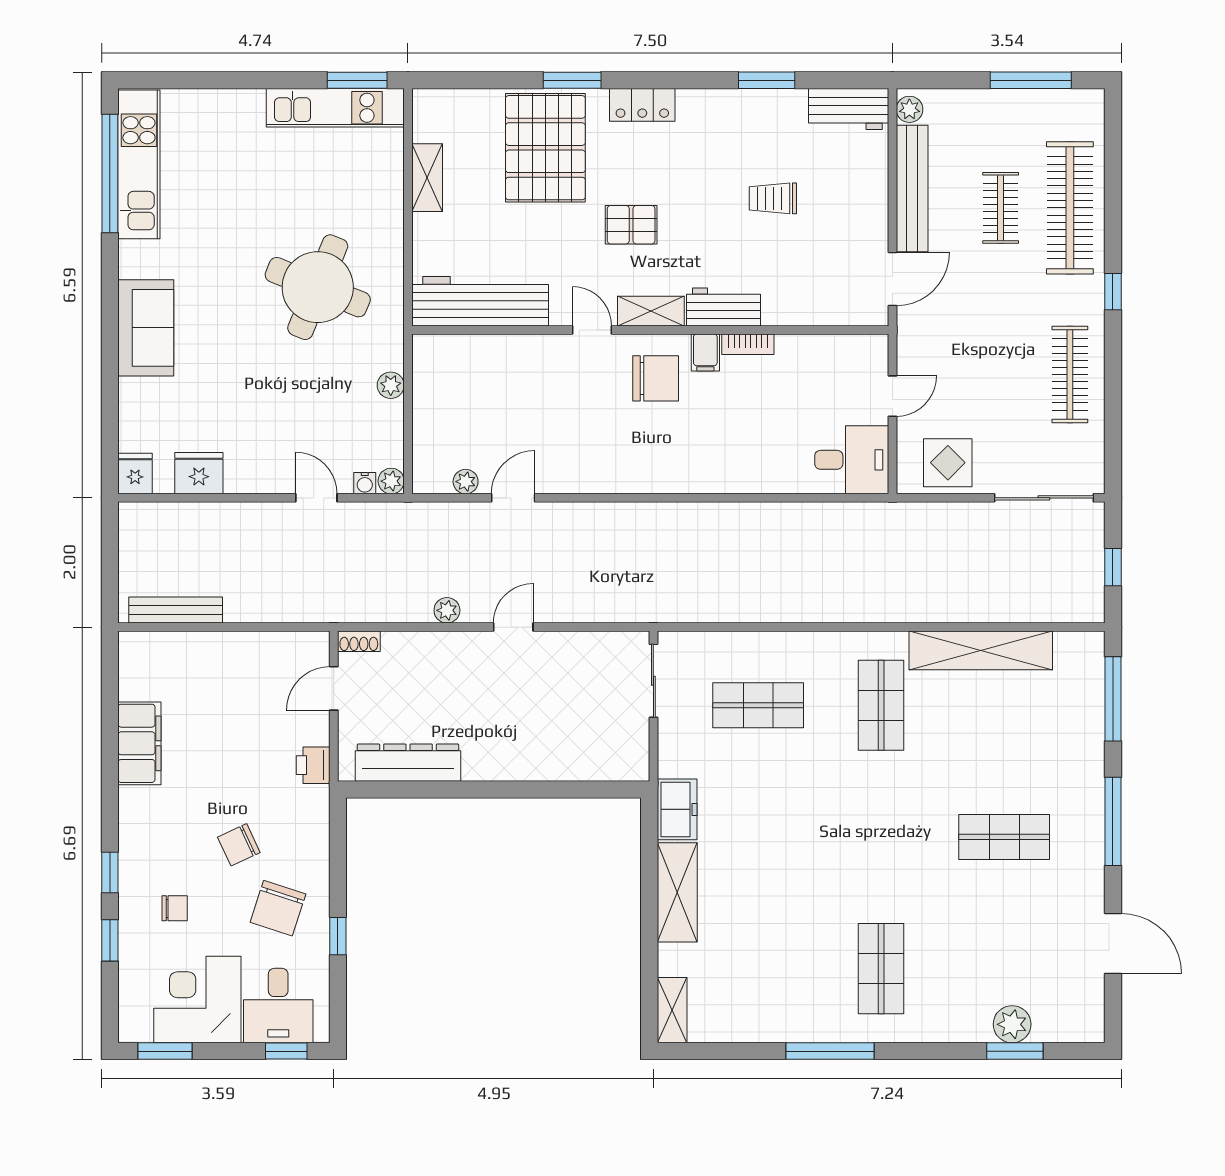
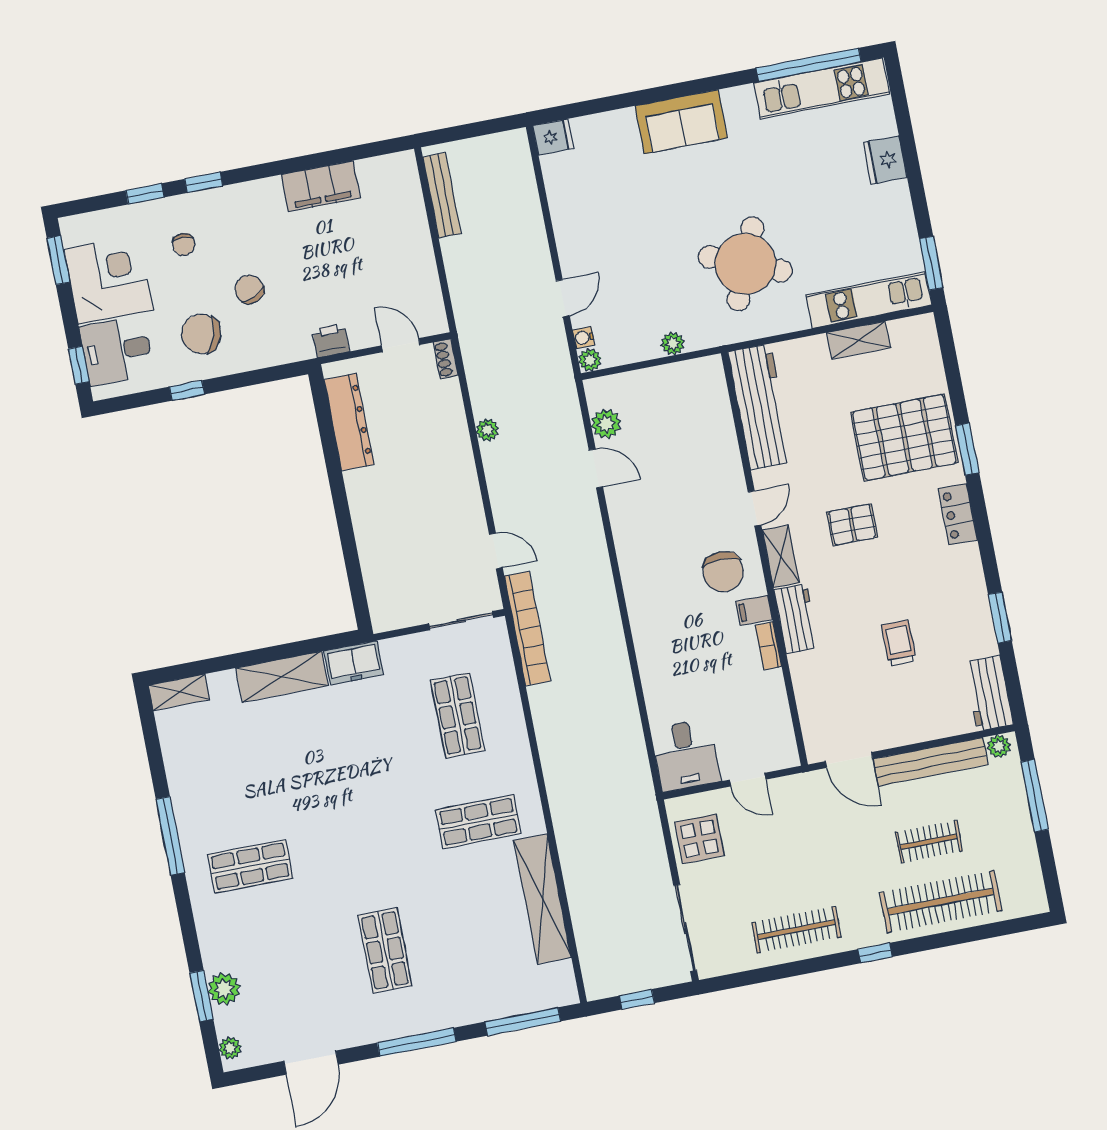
window: (1031, 80) -> (1035, 796), moved
kitchen unit: (335, 108) -> (869, 300), moved, turned 90
pallet: (631, 225) -> (852, 525), turned 90
fridge: (199, 473) -> (885, 160), moved, turned 180
plant: (466, 482) -> (606, 424), width x1.38, depth x1.38
bookcase: (676, 609) -> (527, 629), added
door: (513, 627) -> (496, 551), moved
plant: (1079, 1030) -> (230, 1048), added

